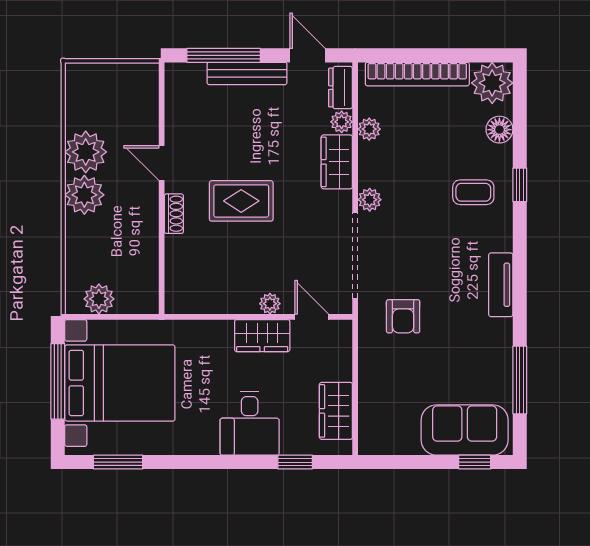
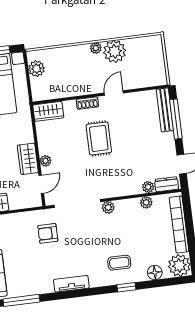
bench: (247, 73) -> (165, 110), moved
wardrobe: (337, 162) -> (48, 111), moved, turned 180
coffee table: (473, 192) -> (119, 263), turned 90
plant: (84, 195) -> (96, 48), width x0.53, depth x0.53

